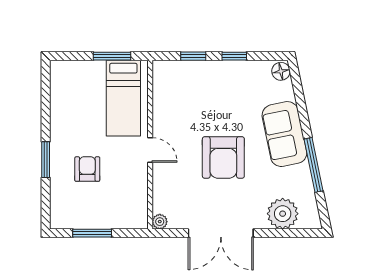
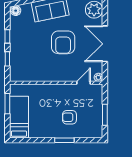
bed: (123, 98) -> (19, 117), moved, turned -90
door: (150, 150) -> (84, 83), moved
armchair: (223, 157) -> (63, 42), turned 90
double door: (221, 233) -> (105, 44), swing flipped

